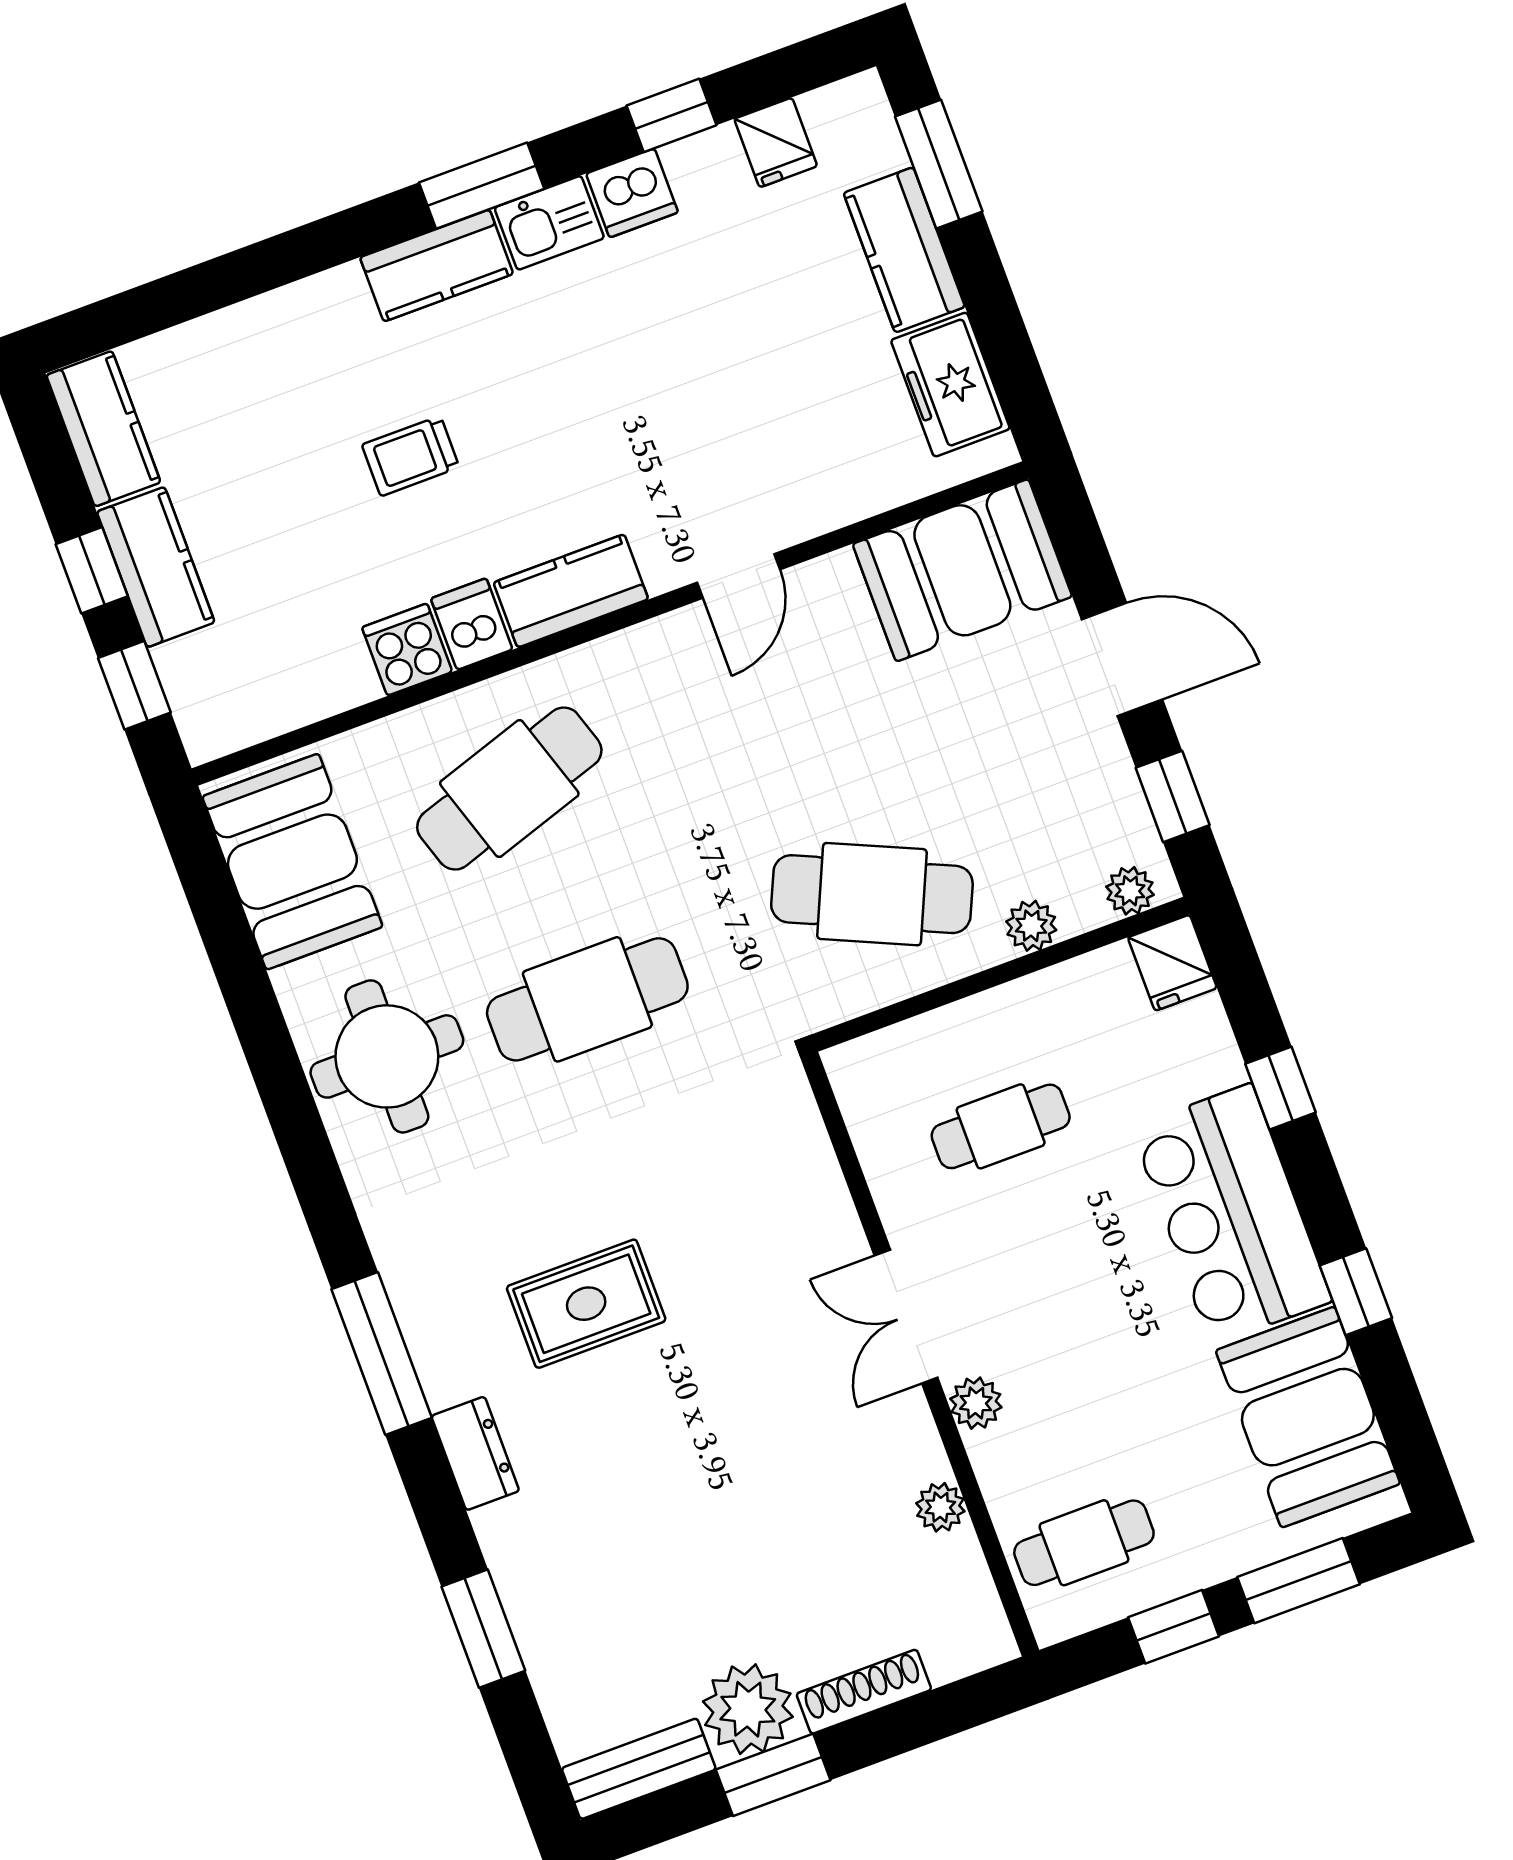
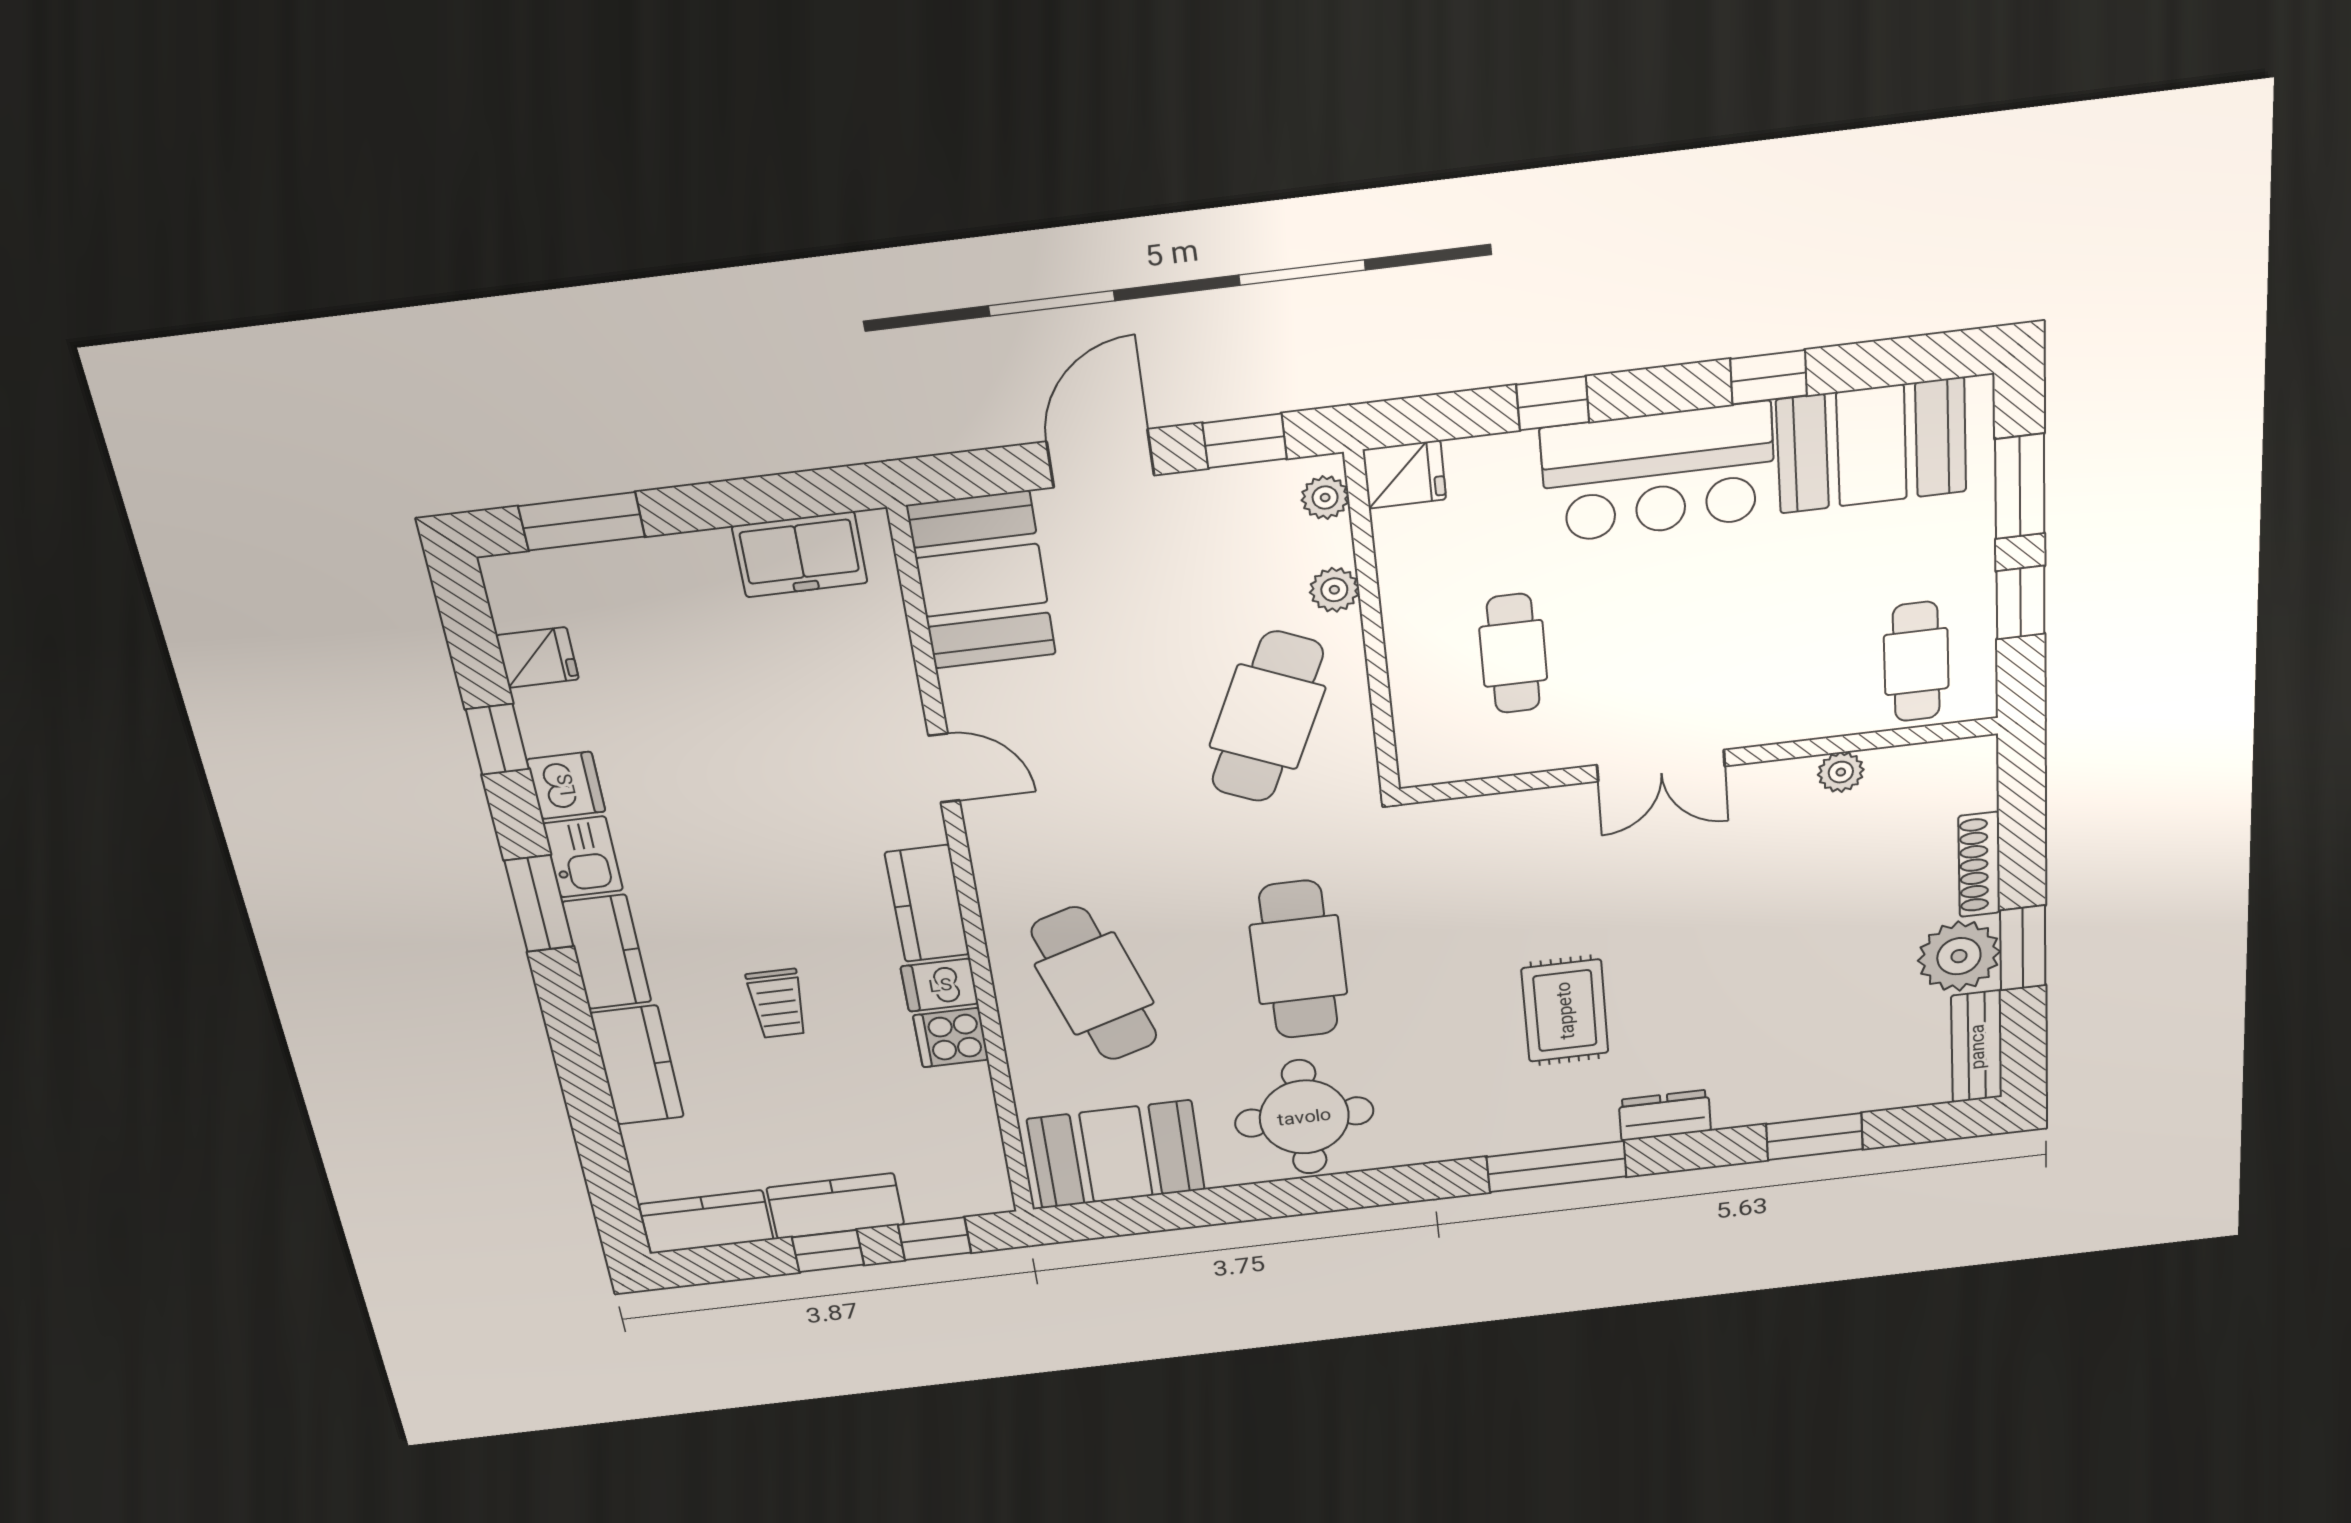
kitchen counter: (904, 250) -> (637, 1065), moved, turned -90
plant: (976, 1403) -> (1758, 725), removed

